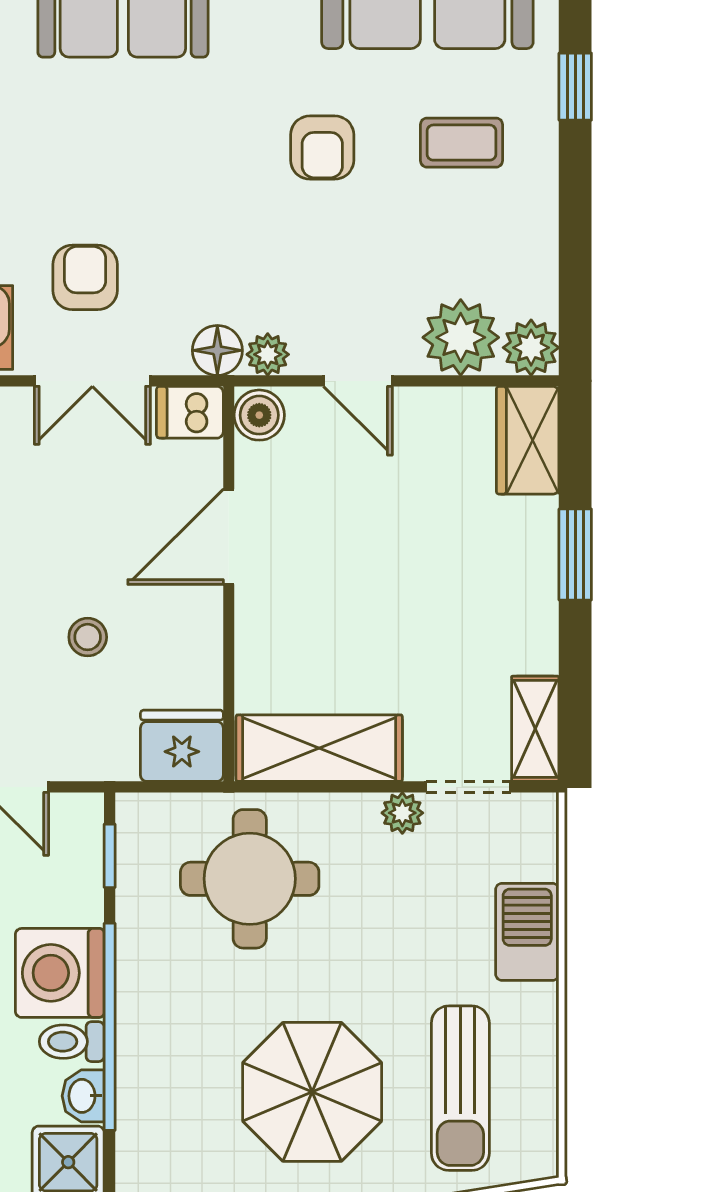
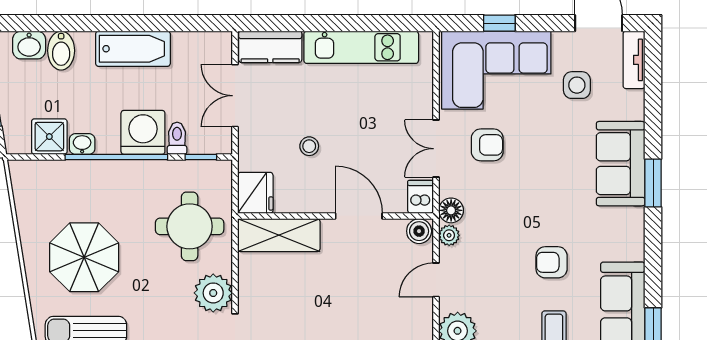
shelving: (319, 748) -> (279, 235), moved, turned 90
plant: (402, 813) -> (213, 293), width x1.88, depth x1.88
toilet: (72, 1042) -> (177, 138), moved

